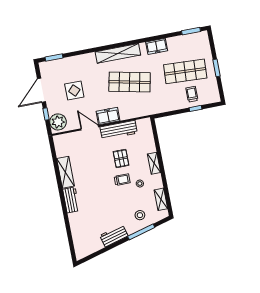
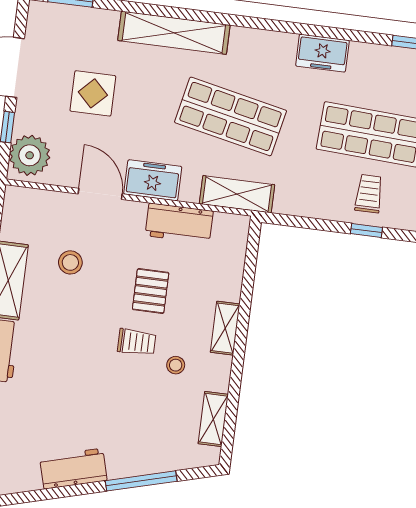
shelving: (118, 53) -> (174, 33), moved
shelving: (142, 111) -> (237, 194), added
workbench: (119, 130) -> (179, 223), width x0.73
stool: (140, 215) -> (70, 262), moved

